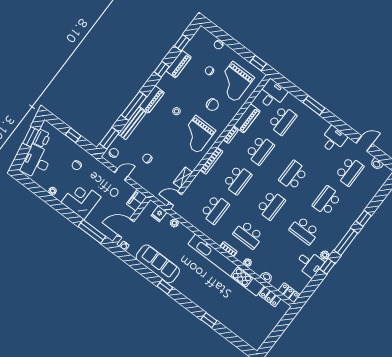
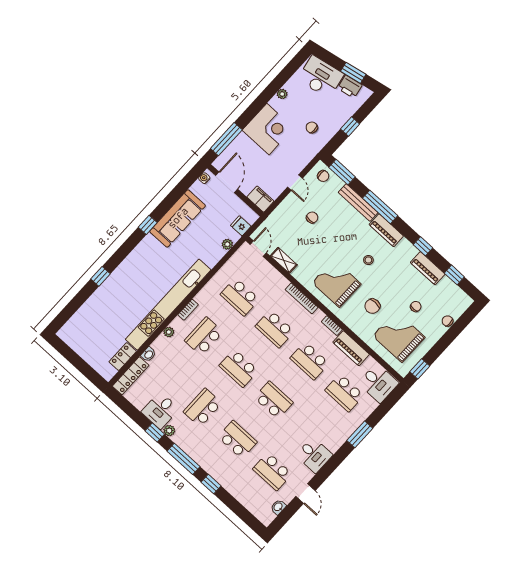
locker: (289, 293) -> (131, 376), width x1.53

